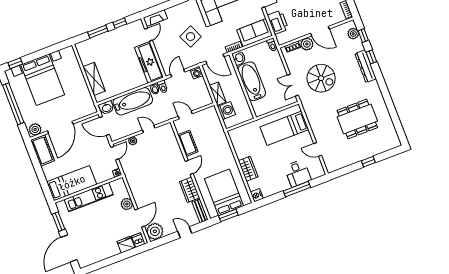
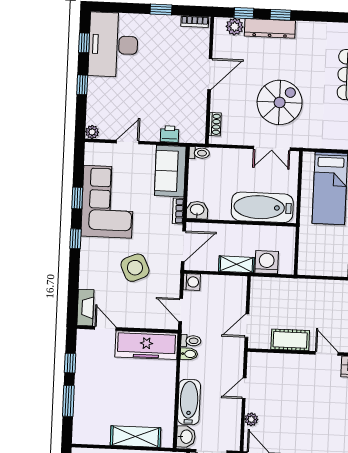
printer: (278, 22) -> (170, 134), width x0.53, depth x0.68
plant: (307, 44) -> (220, 101), removed
dresser: (366, 66) -> (270, 28), moved
bathtub: (252, 81) -> (262, 207), moved
bathtub: (133, 101) -> (189, 402), width x0.73, depth x0.73

